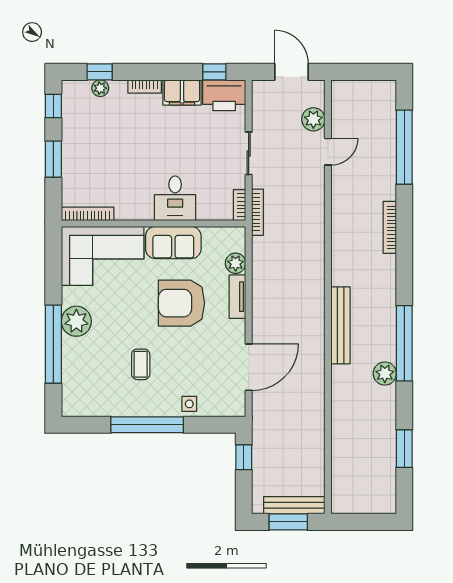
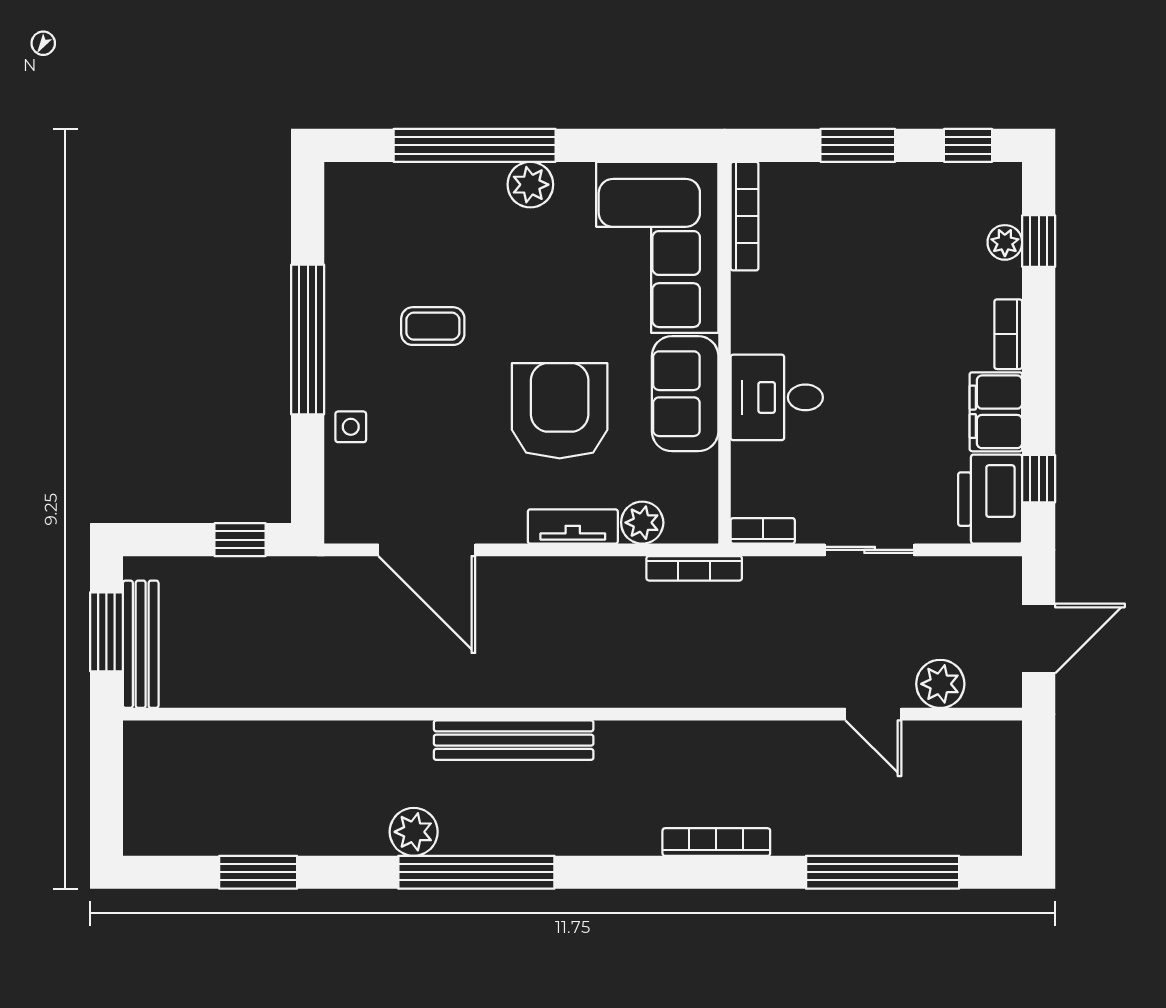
bookcase: (258, 212) -> (694, 568), moved
plant: (76, 321) -> (530, 185), width x0.73, depth x0.73

